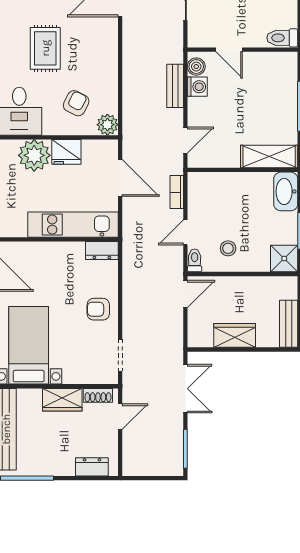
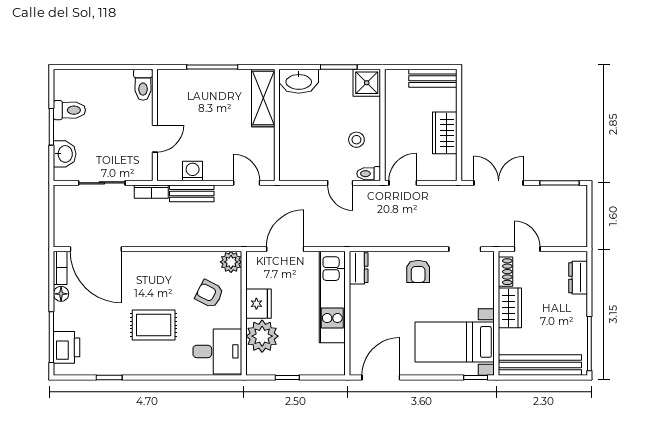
boiler: (196, 67) -> (172, 172), removed
bookcase: (177, 192) -> (151, 192), moved
door: (185, 294) -> (403, 183), hinge flipped

